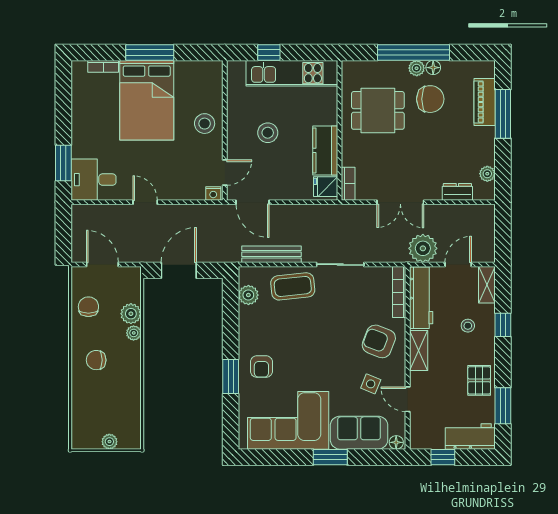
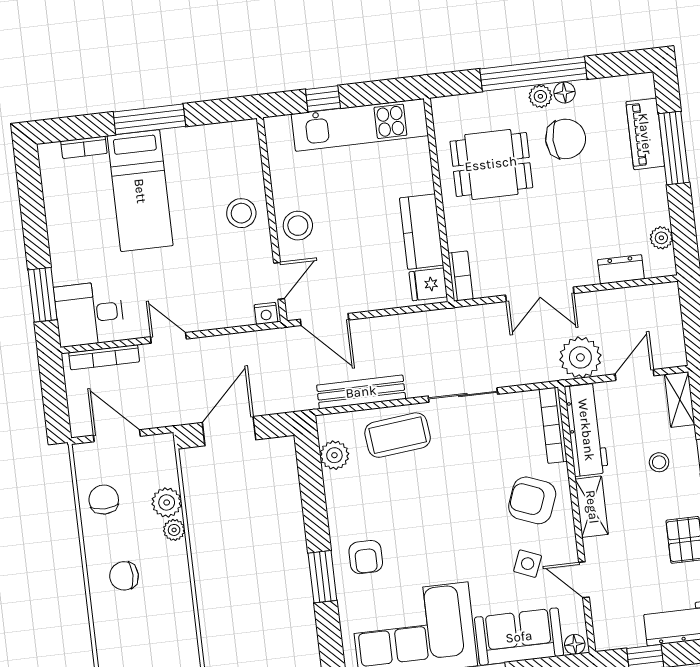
bed: (147, 100) -> (140, 191), width x0.67
stool: (268, 133) -> (298, 226), moved
bookcase: (100, 210) -> (104, 357), added

